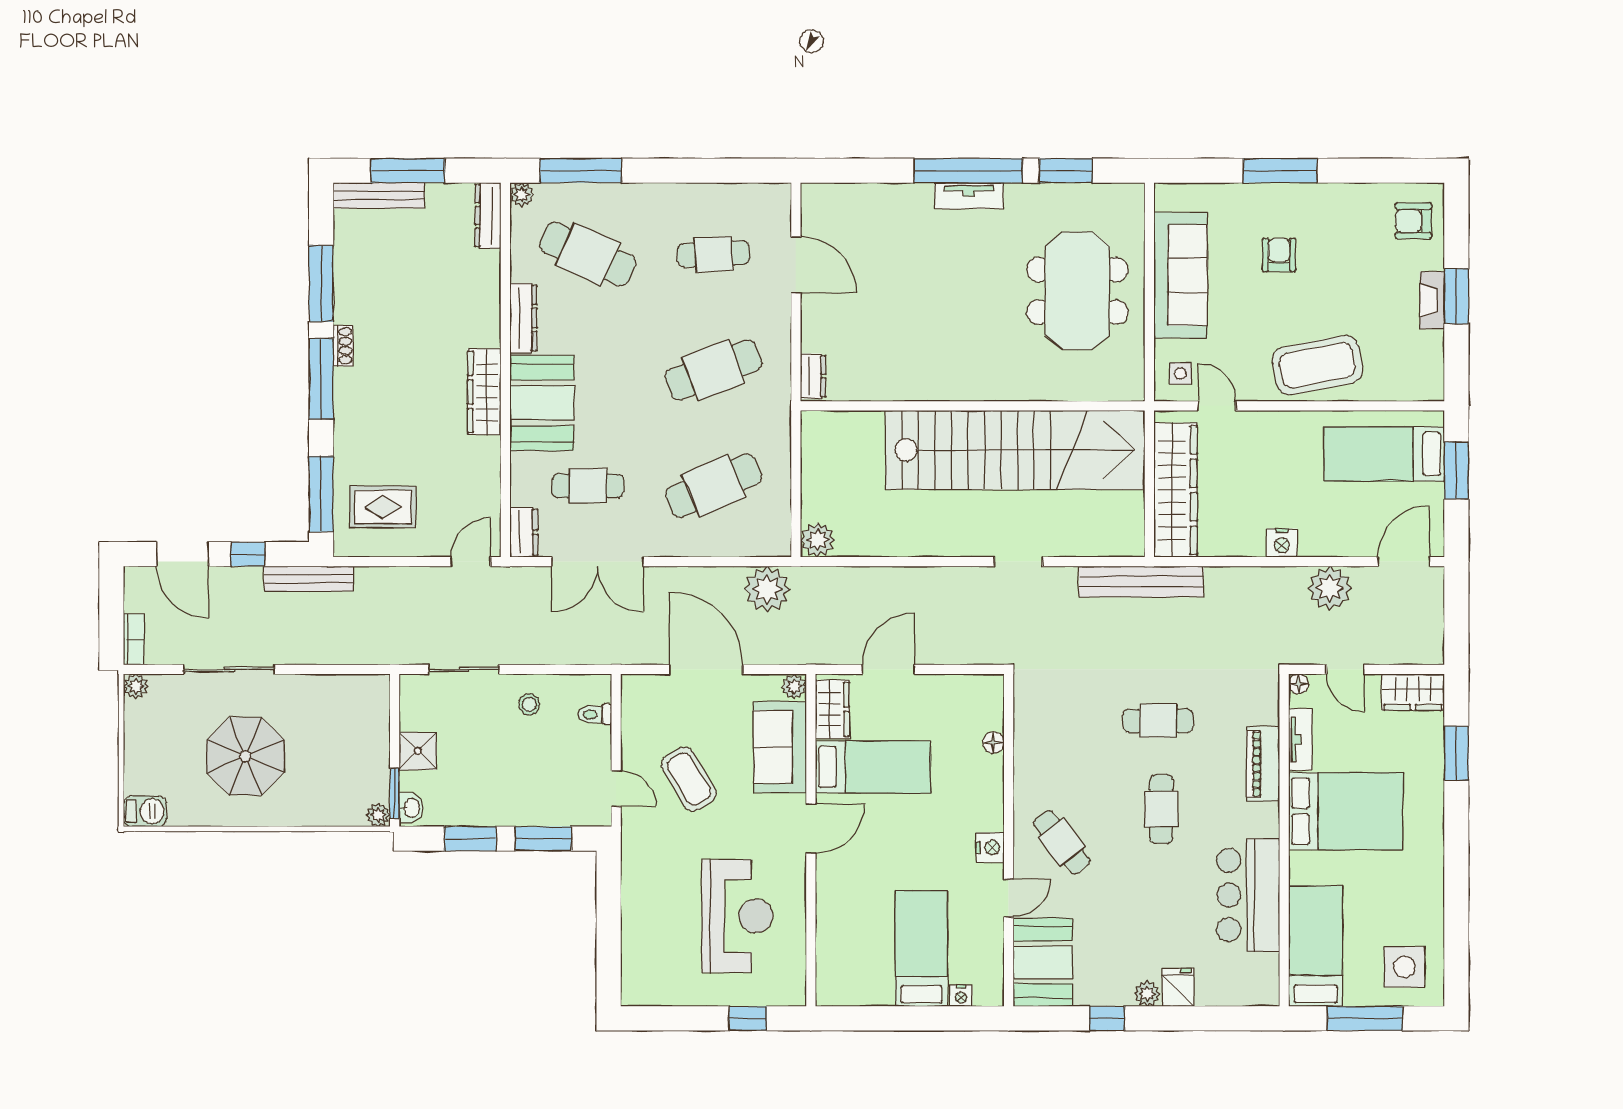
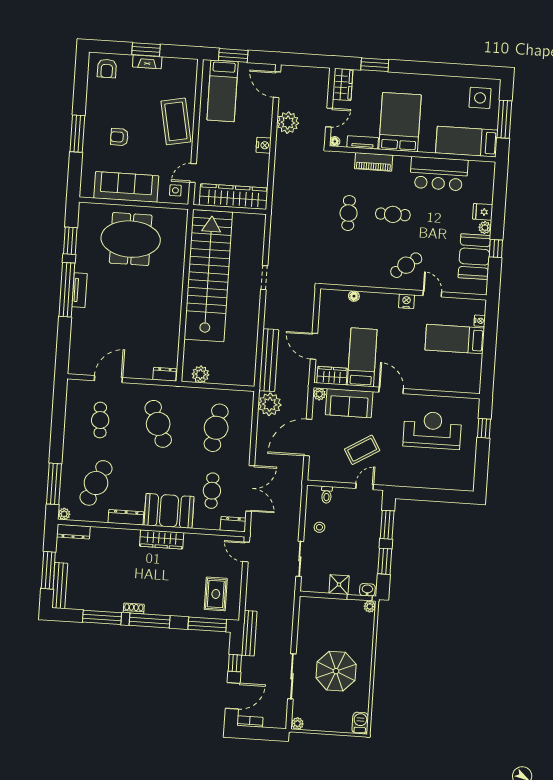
cafe table: (713, 486) -> (216, 428), turned 33
plant: (818, 540) -> (201, 374), moved
bench: (1141, 582) -> (269, 360), moved
bookcase: (134, 639) -> (250, 722), moved
booth: (1043, 962) -> (474, 257), moved, turned 90

